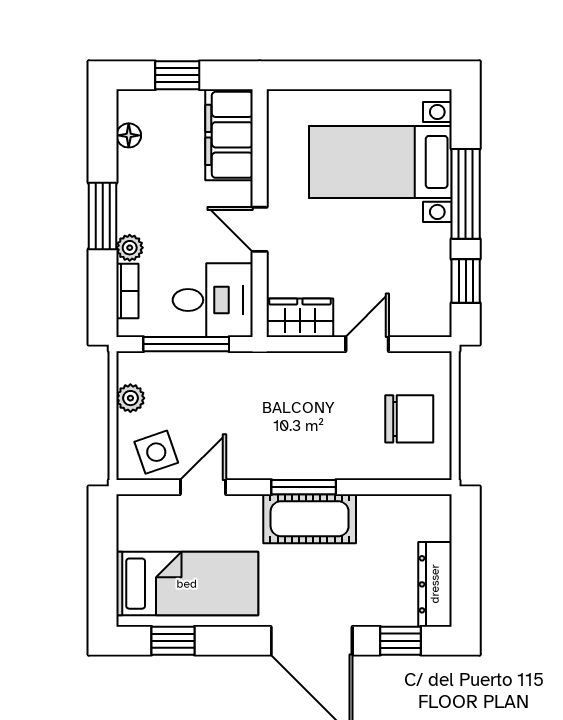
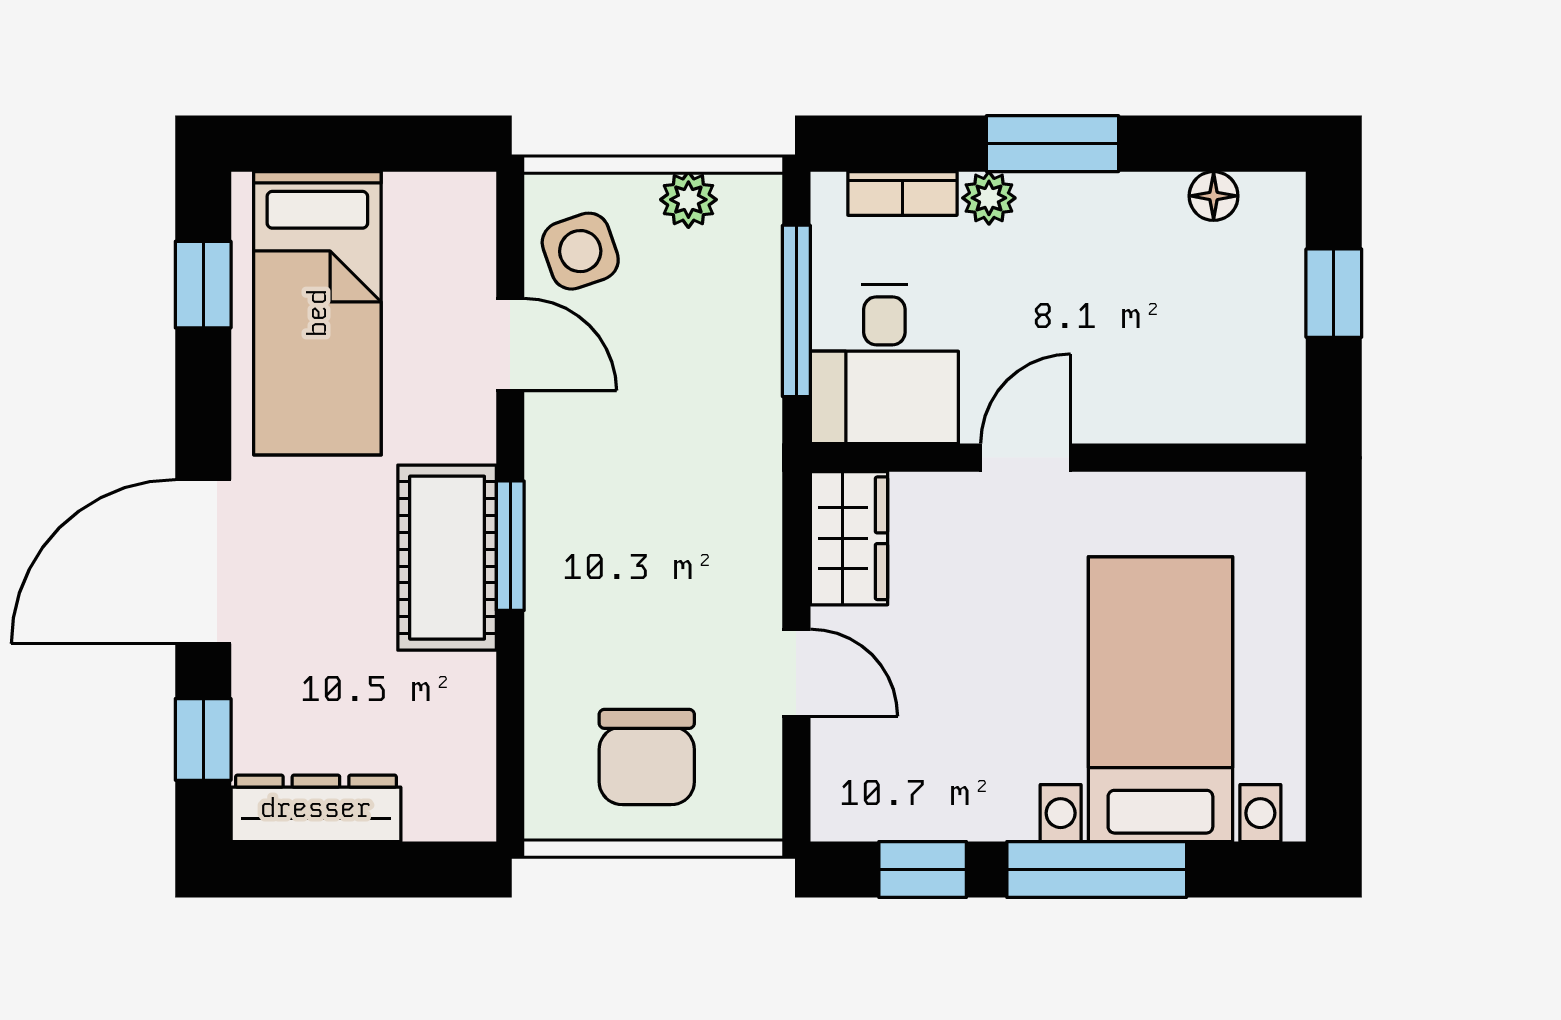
filing cabinet: (229, 135) -> (1215, 396), removed

